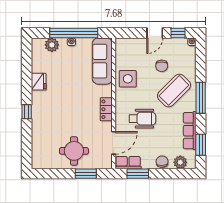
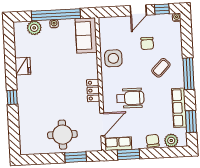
sofa: (102, 61) -> (86, 35), width x0.73
coffee table: (174, 90) -> (161, 68), width x0.54, depth x0.58

